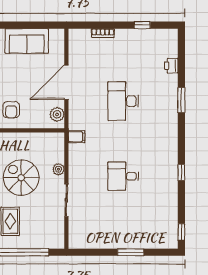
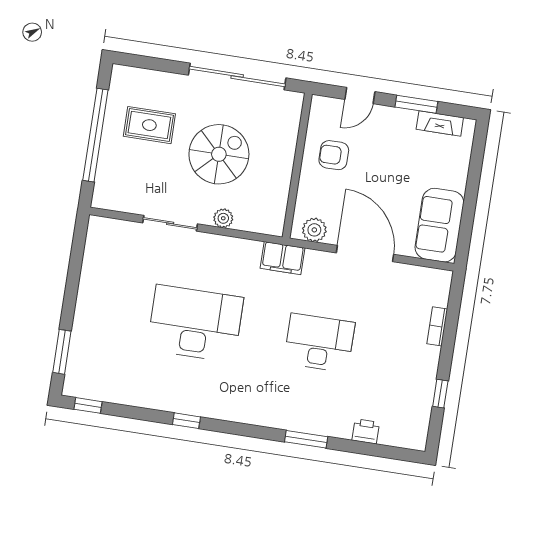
sofa: (27, 41) -> (439, 225), moved
filing cabinet: (77, 137) -> (282, 258), width x2.00
desk: (123, 176) -> (195, 323), width x1.87, depth x1.30
window: (131, 252) -> (62, 352), moved

